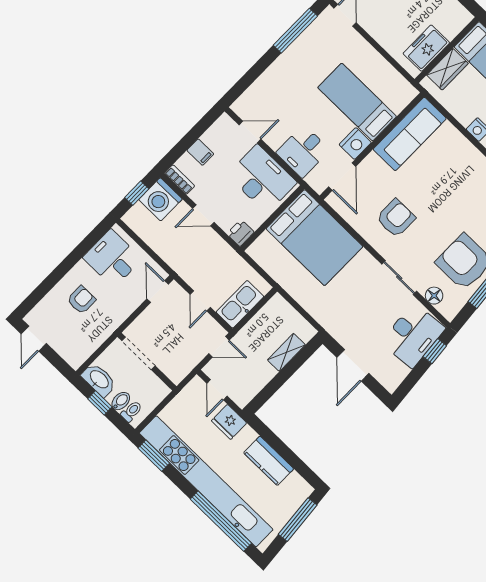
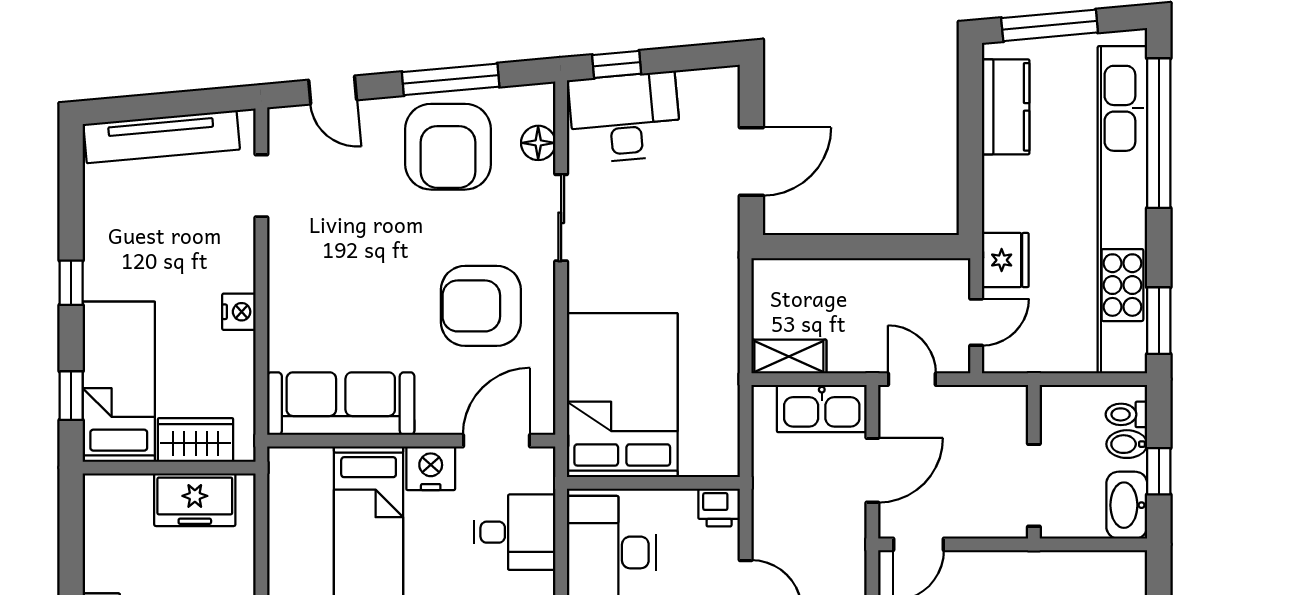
armchair: (396, 218) -> (481, 306), width x1.36, depth x1.36
door: (200, 301) -> (872, 470), width x1.38
shelving: (286, 352) -> (789, 356), moved
kitchen counter: (269, 461) -> (1006, 107), moved

